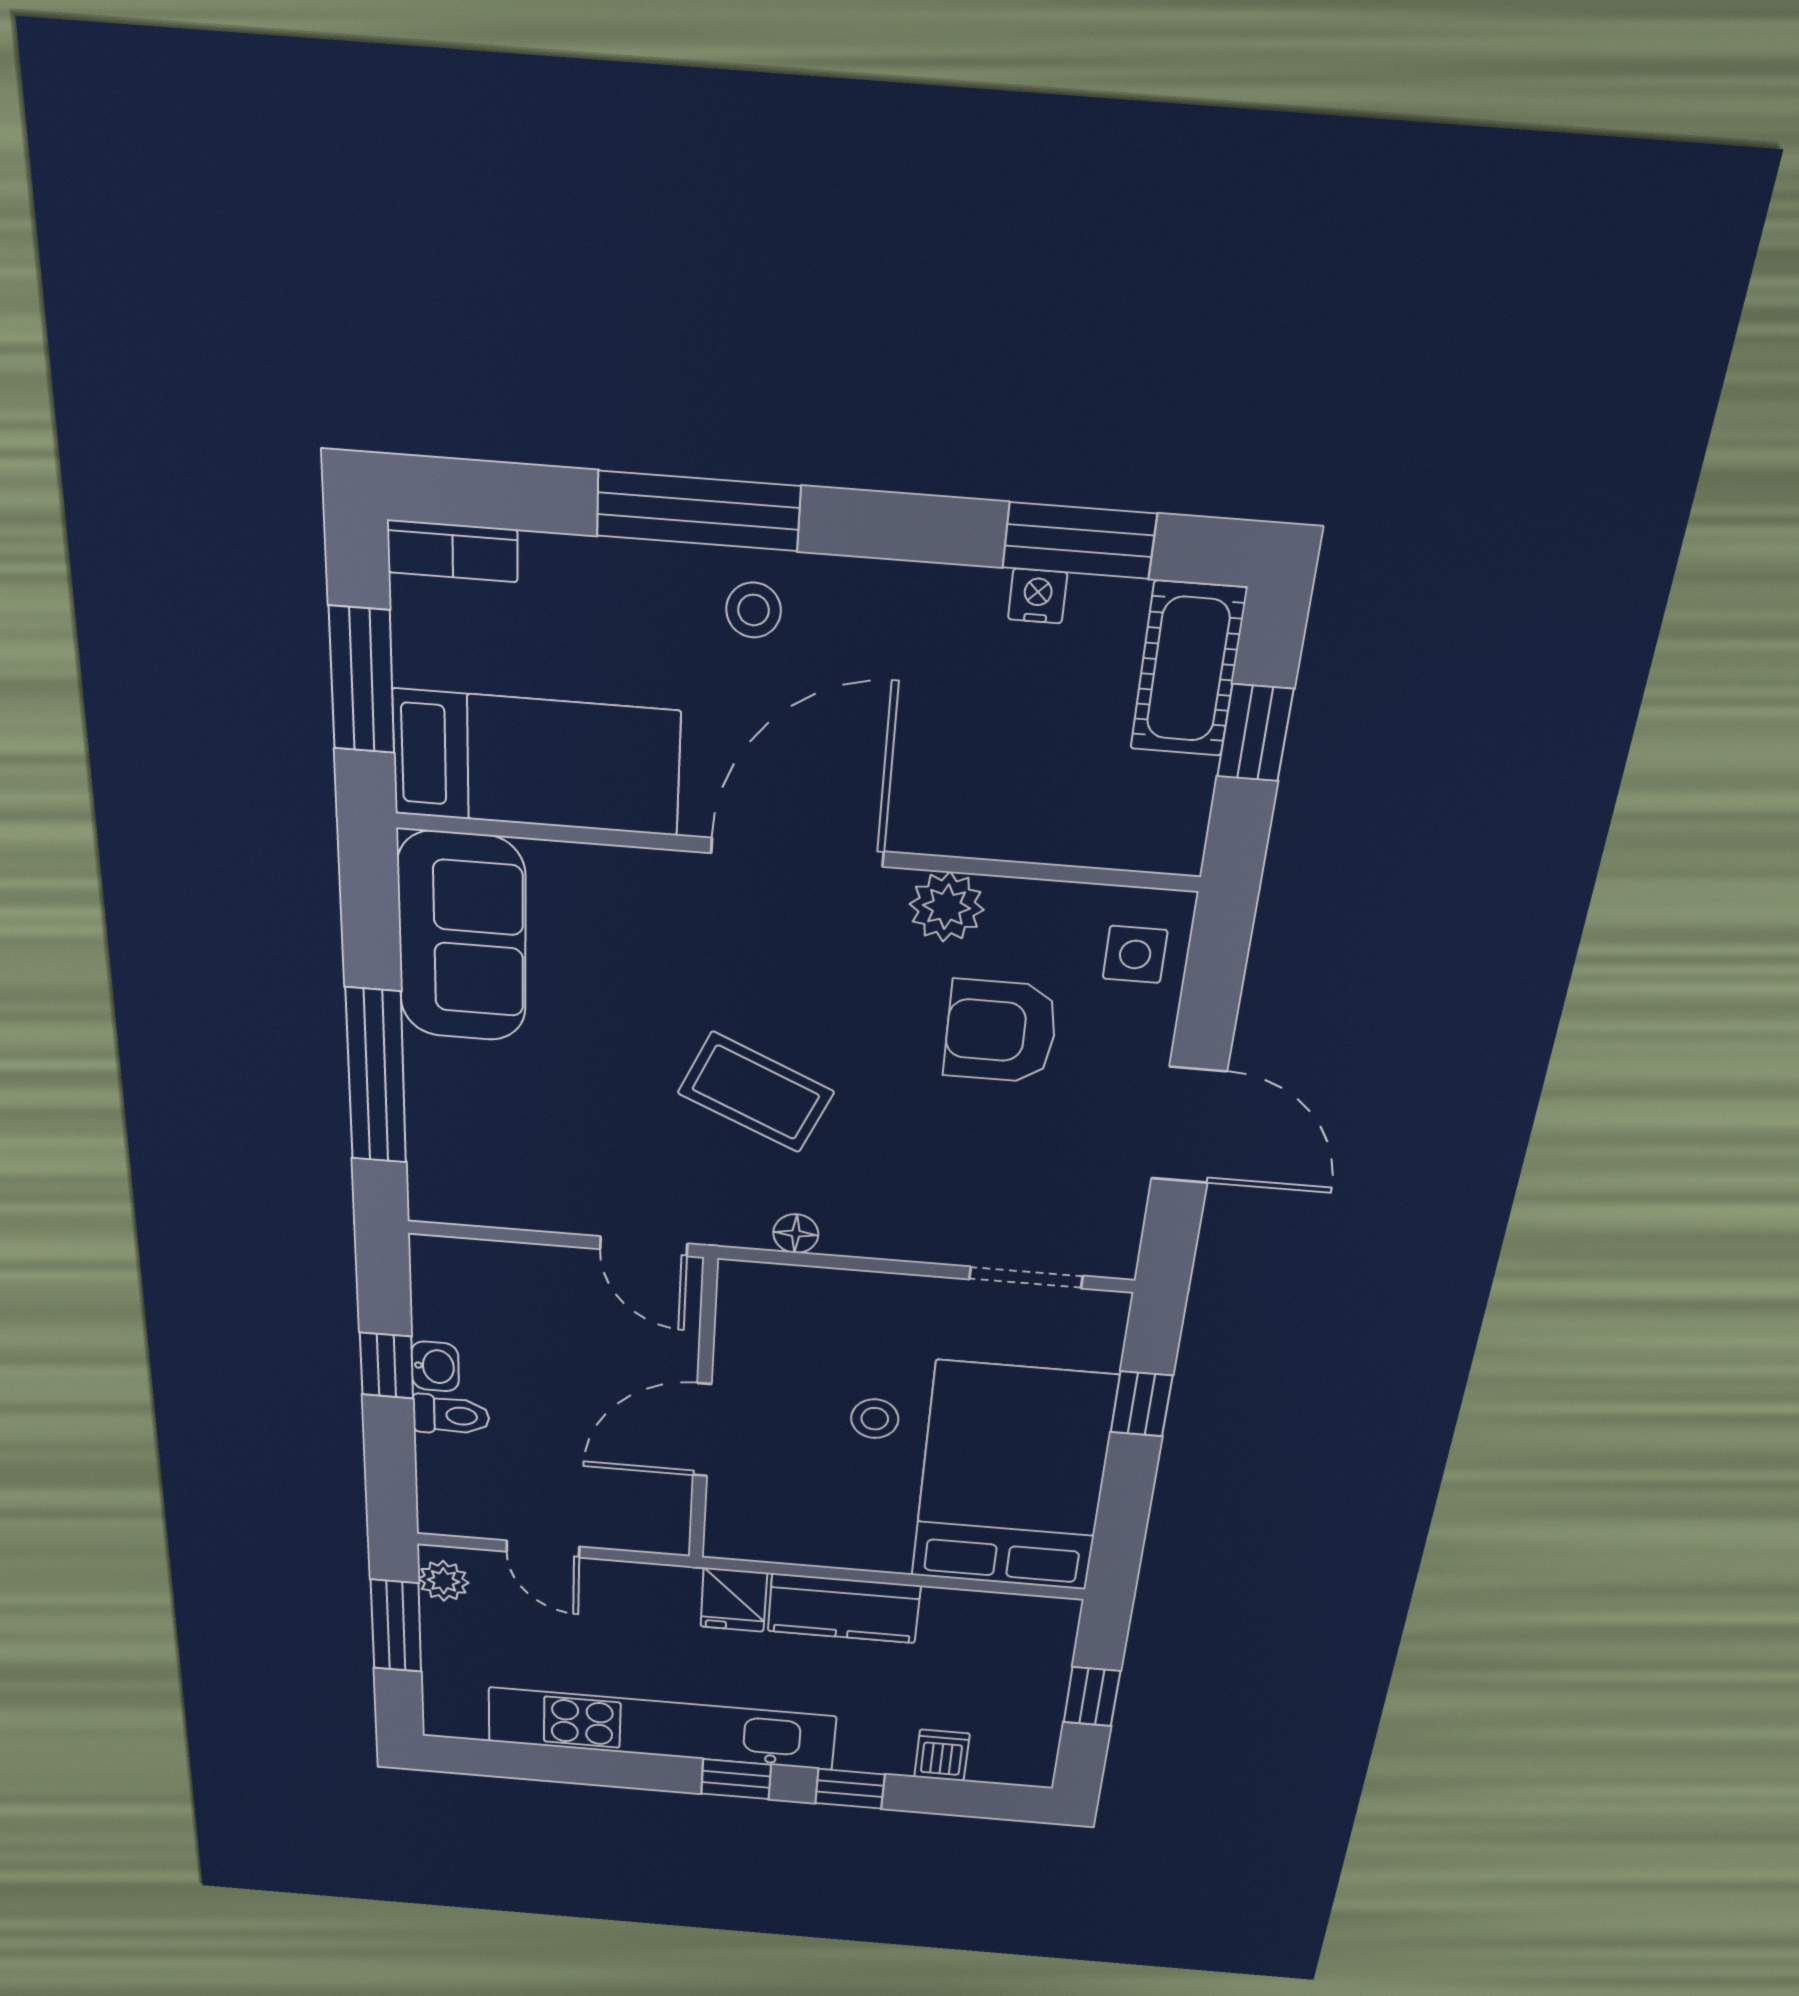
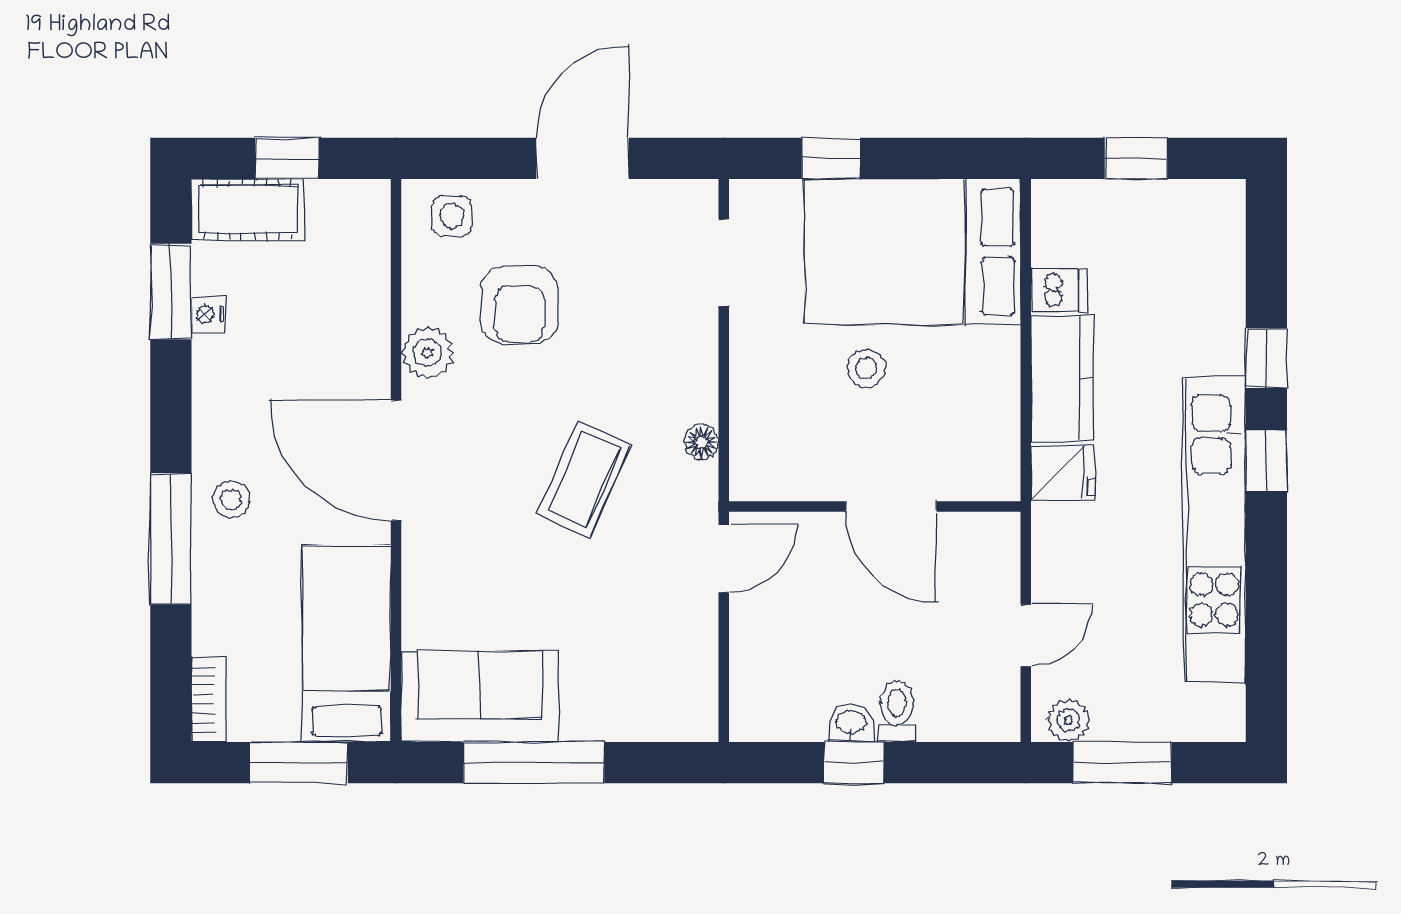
window: (376, 1076) -> (534, 763), moved
dishwasher: (942, 1755) -> (1059, 290), moved, turned 180

